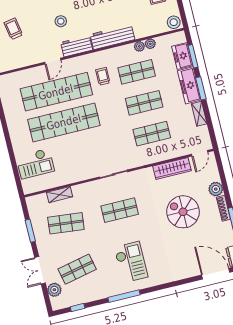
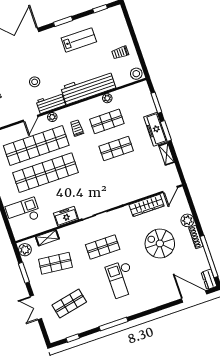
workbench: (112, 37) -> (88, 87), width x1.36, depth x1.32
plant: (150, 44) -> (52, 117), moved
freezer: (182, 56) -> (66, 216), moved, turned 90
shop shelf: (152, 134) -> (125, 176), removed
checkout: (35, 164) -> (23, 212), turned 180
checkout: (131, 262) -> (121, 279), moved, turned 180
plant: (54, 290) -> (25, 250), moved

